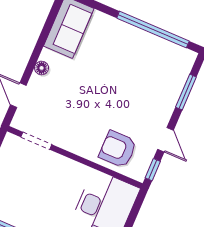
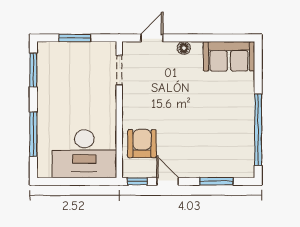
door: (165, 140) -> (168, 181), swing flipped

